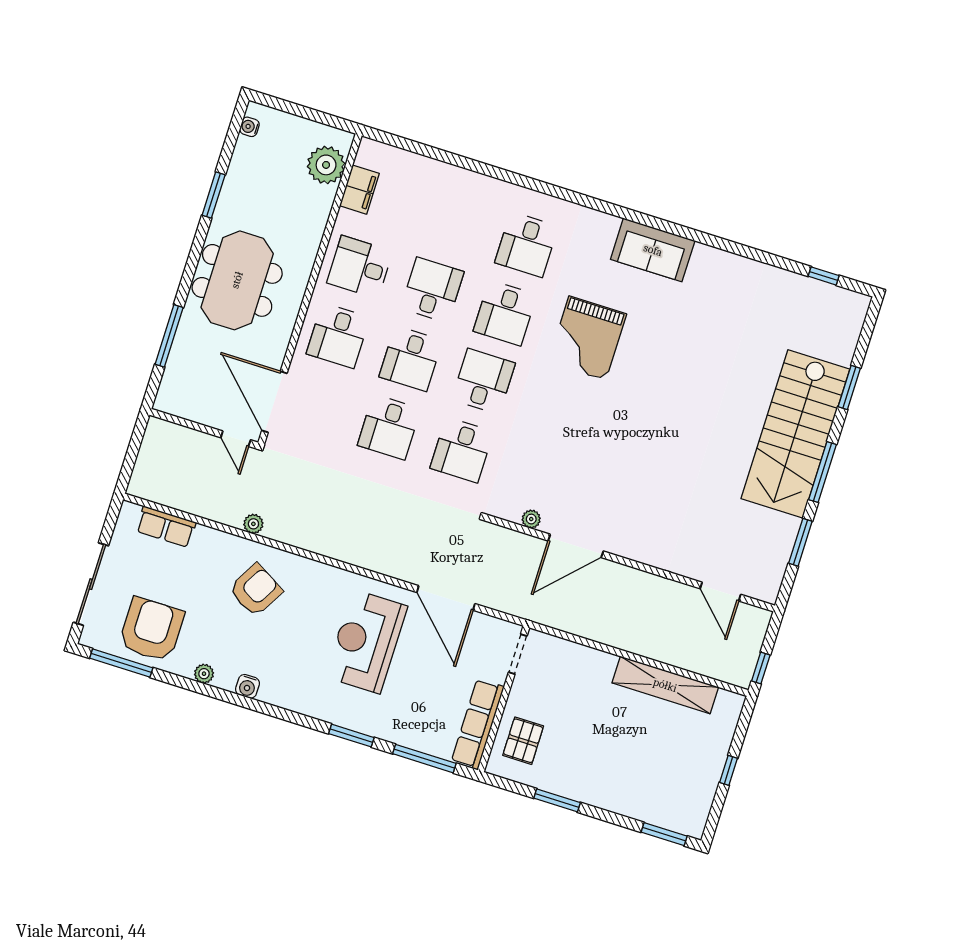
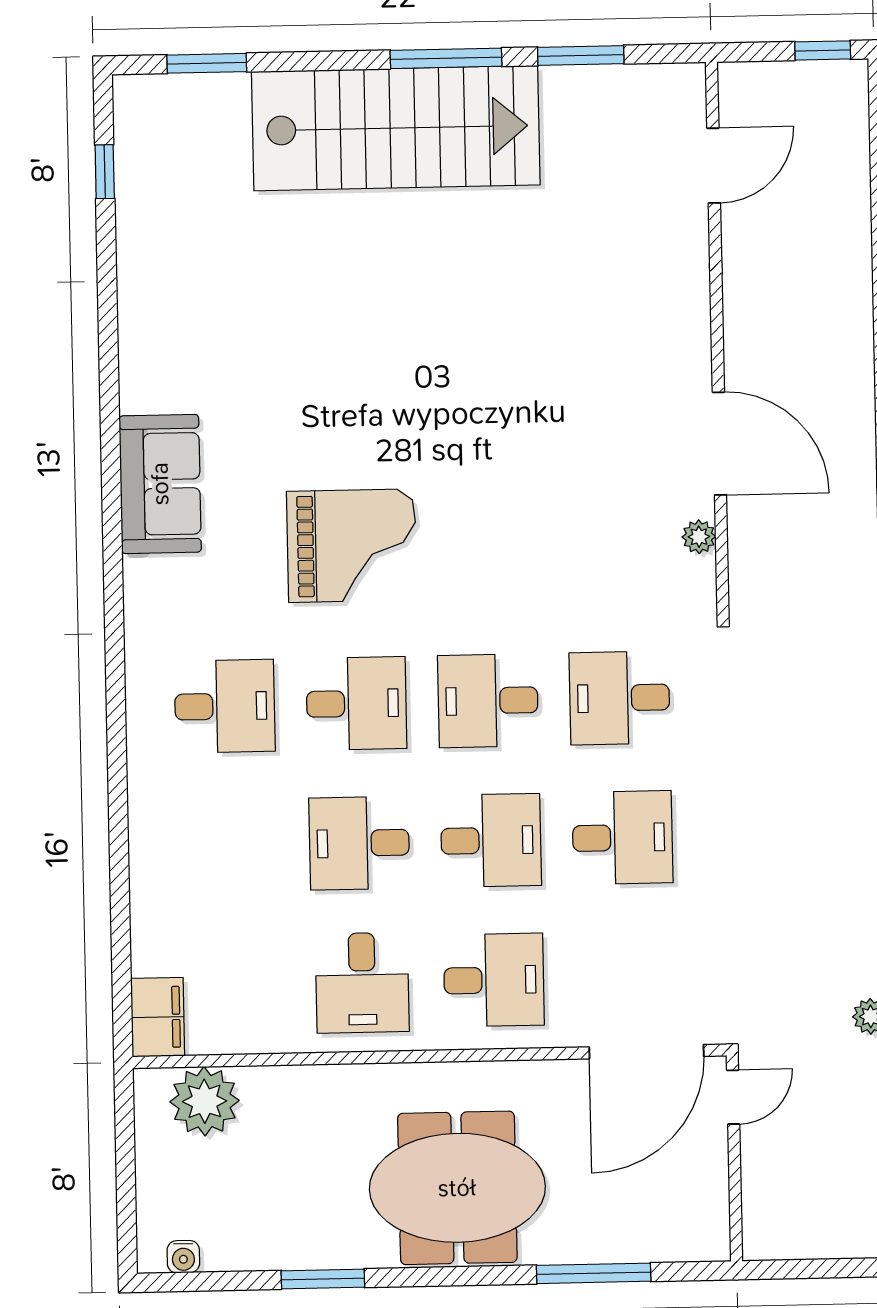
filing cabinet: (359, 190) -> (158, 1017), moved, turned 90
window: (849, 387) -> (207, 63), moved
desk: (462, 450) -> (620, 698), turned 180

